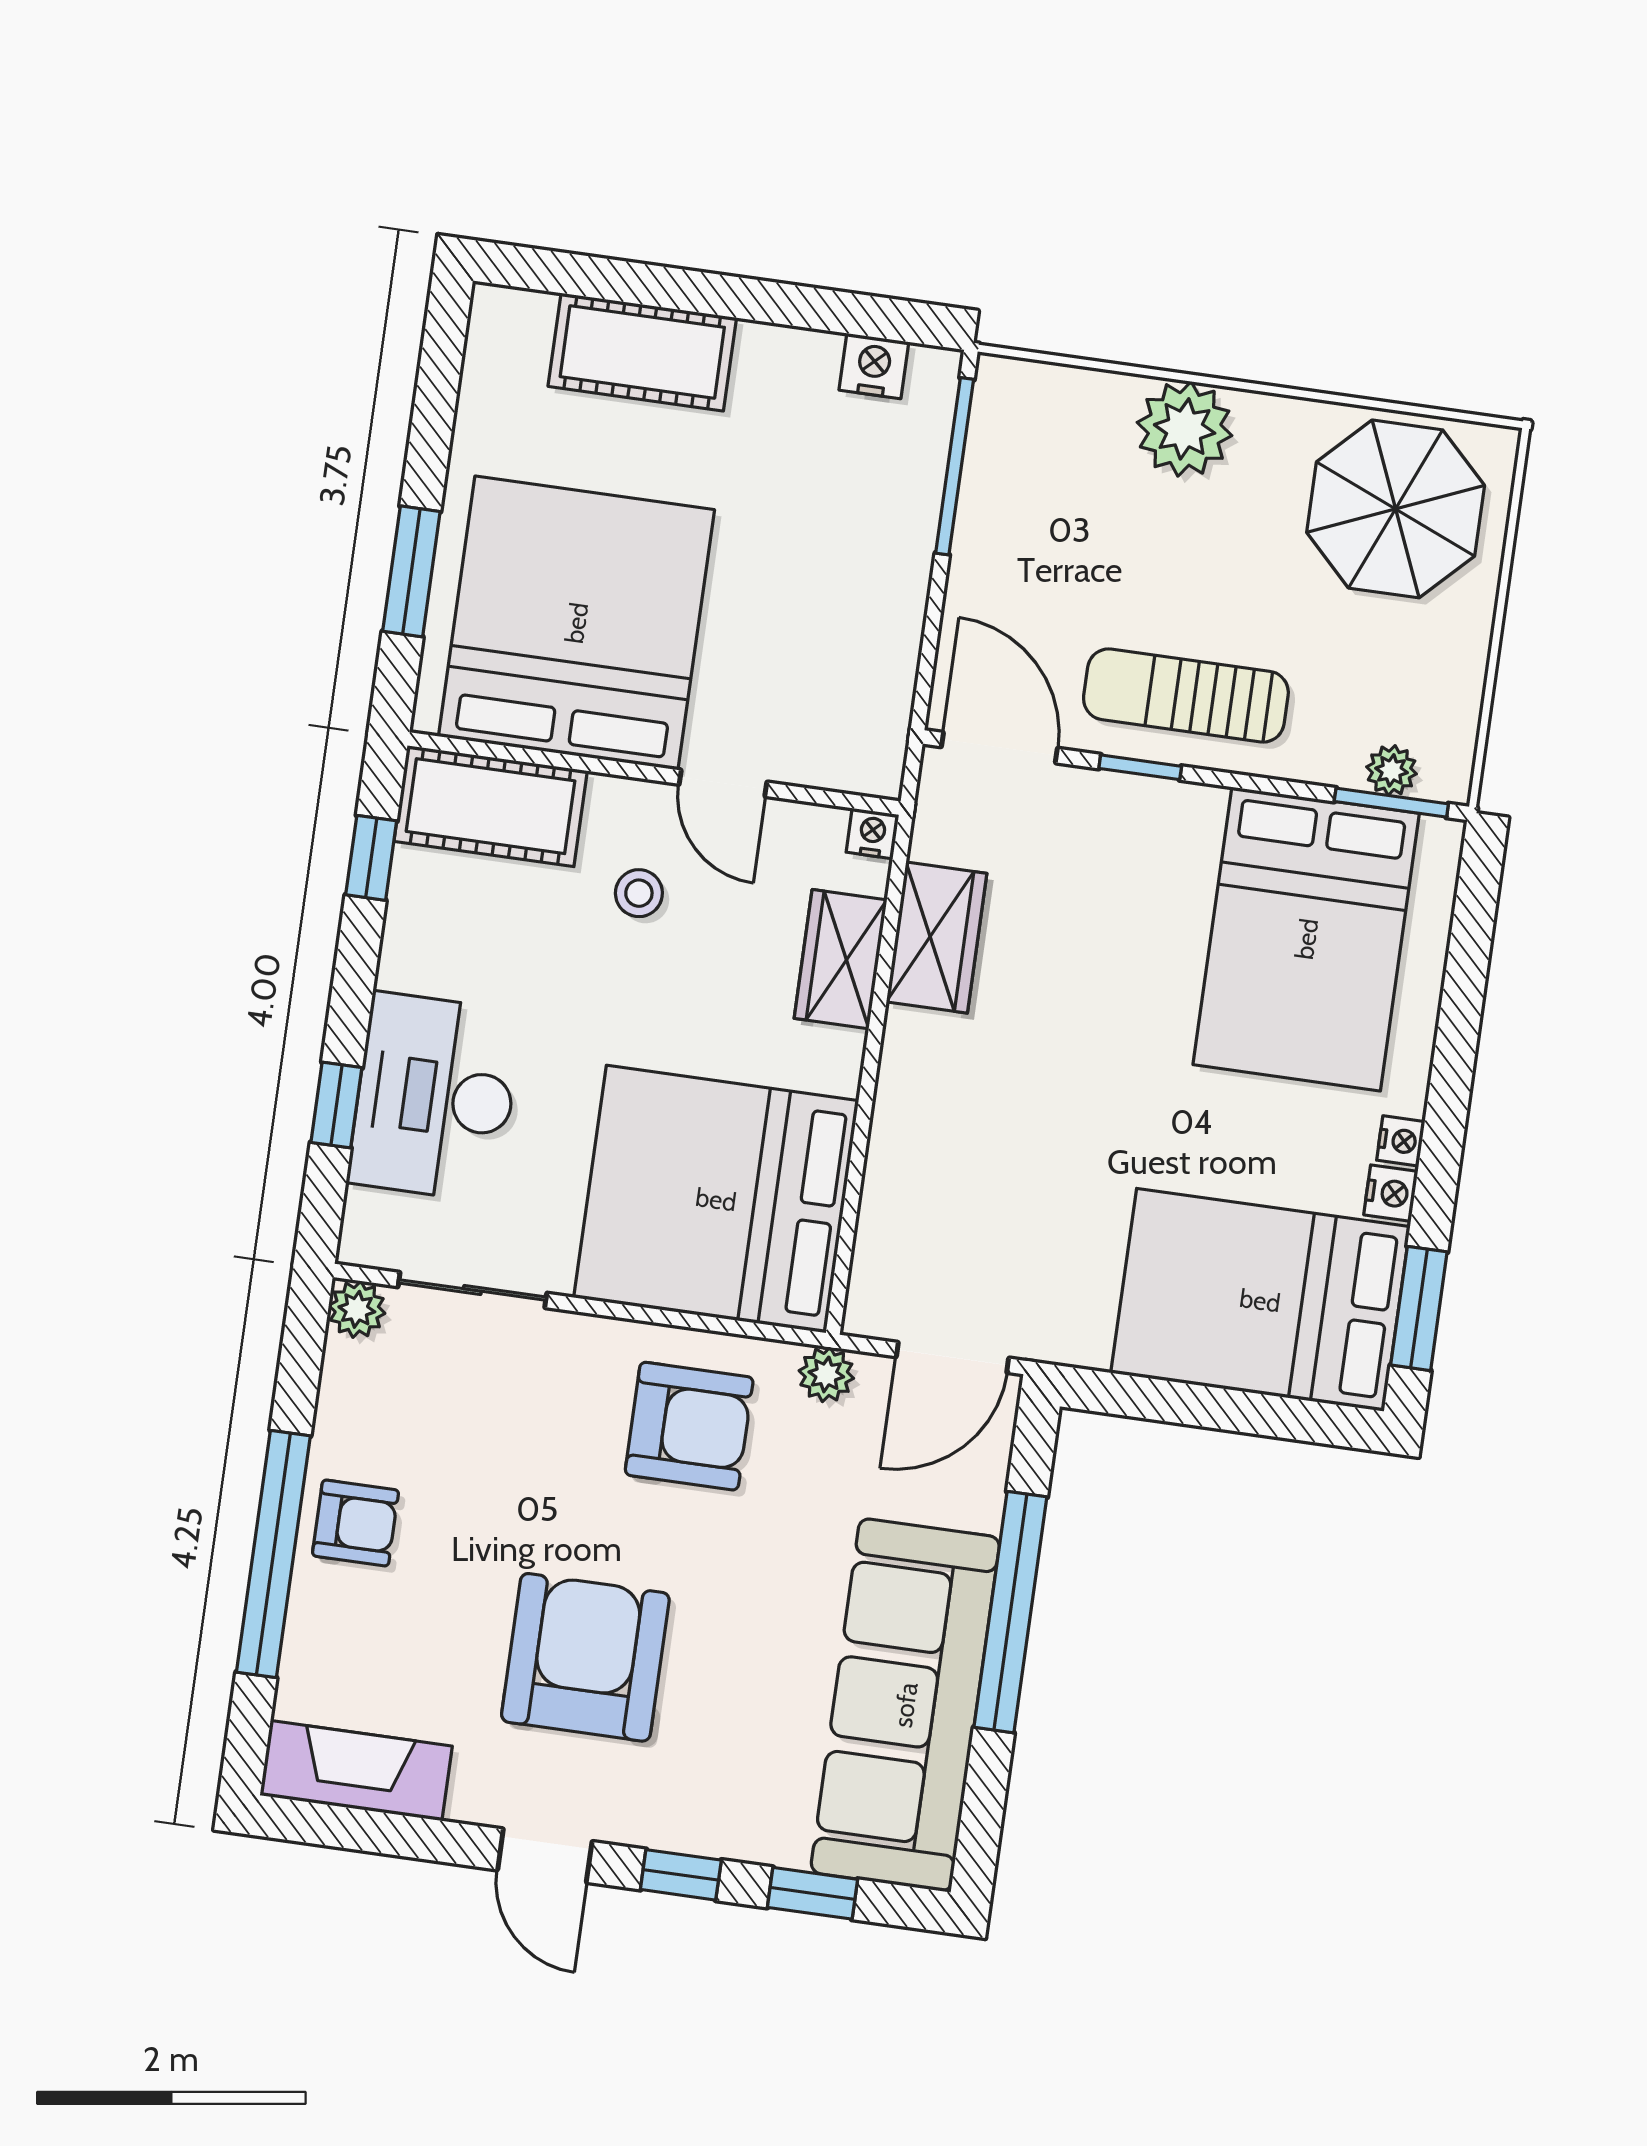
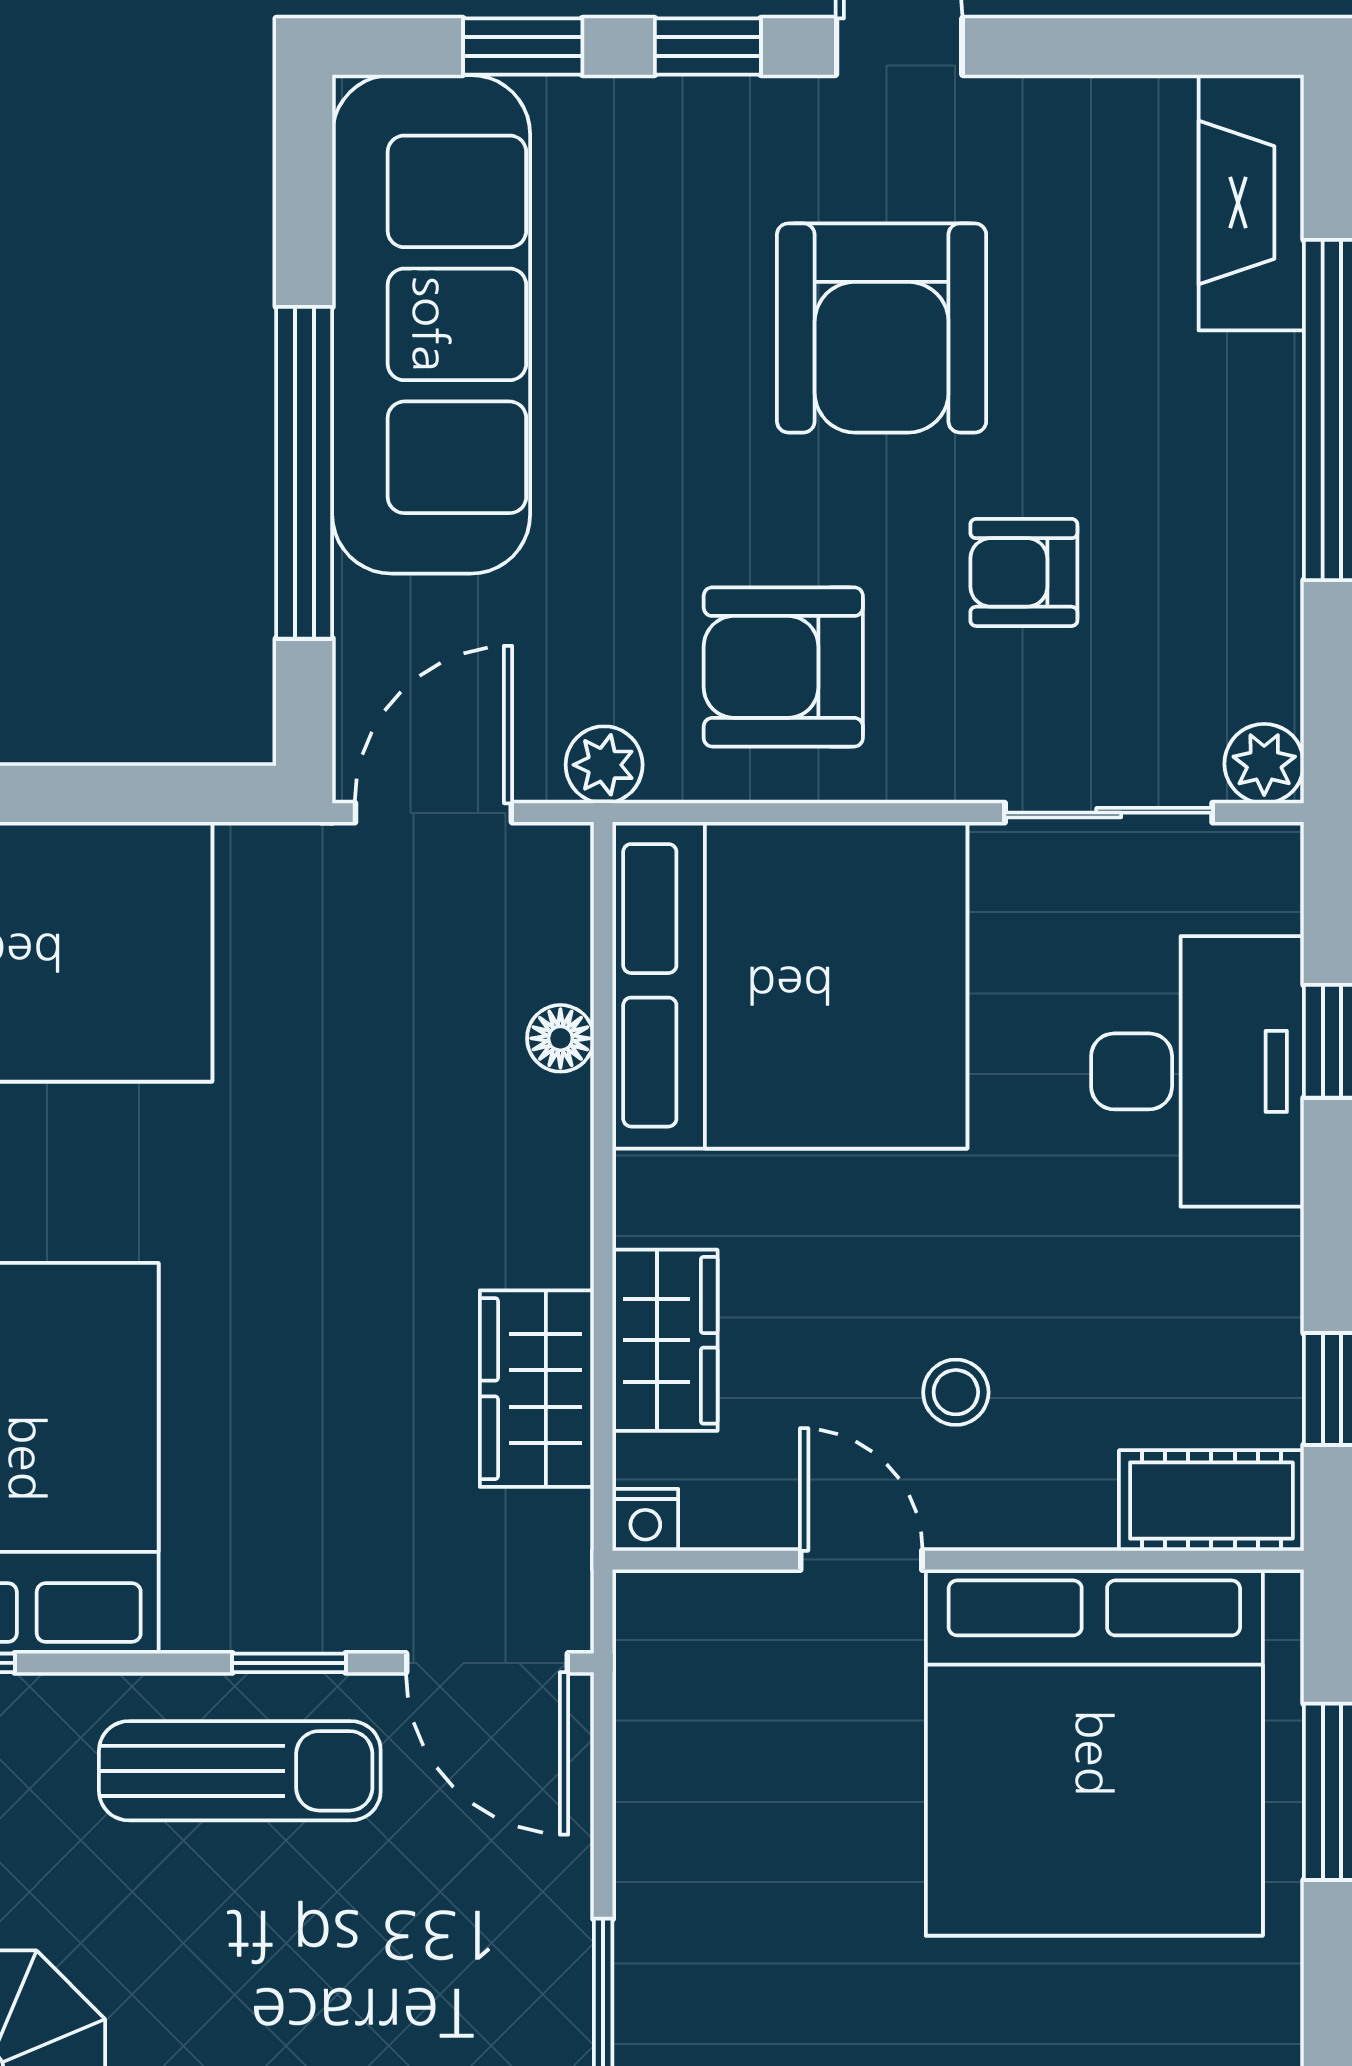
cot: (491, 806) -> (1211, 1500), width x0.73, depth x0.75
floor lamp: (885, 1184) -> (560, 1038), added
armchair: (355, 1523) -> (1024, 572), moved
fireplace: (356, 1771) -> (1251, 203), moved, turned 90

